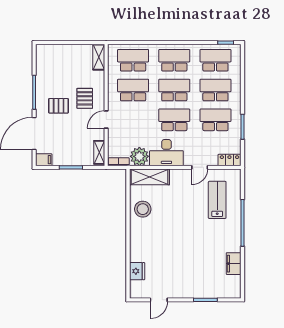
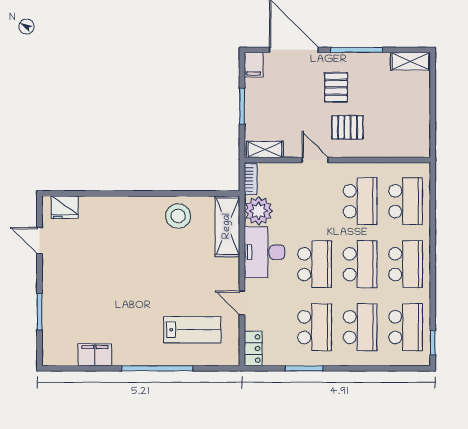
shelving: (99, 57) -> (410, 61), moved
fridge: (137, 271) -> (65, 207), moved

